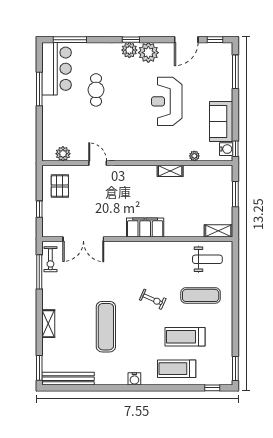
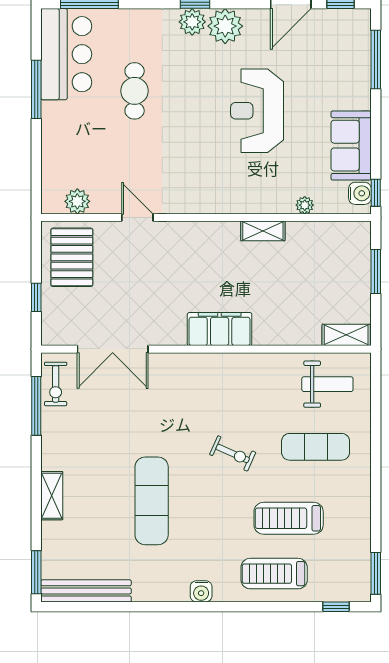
pallet: (60, 186) -> (72, 257), width x1.50, depth x1.42

